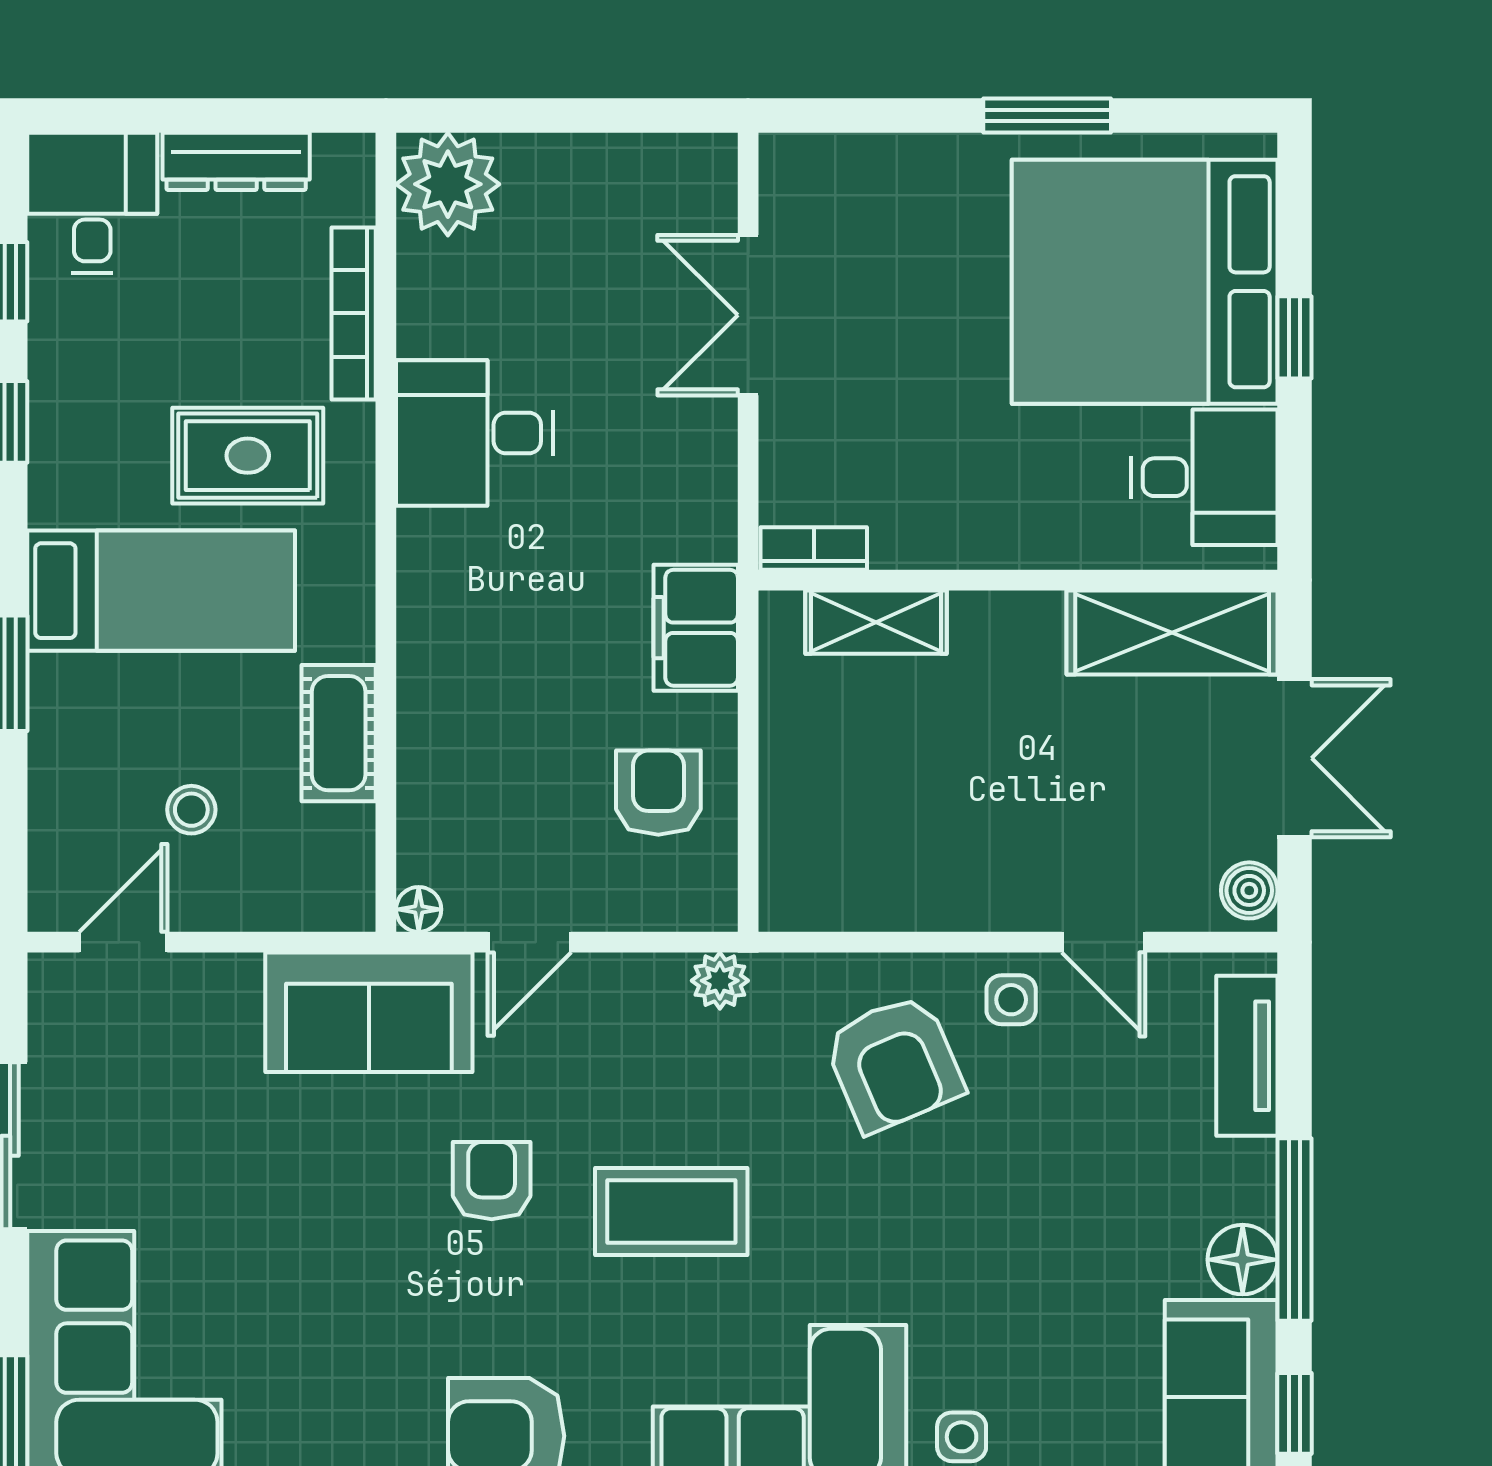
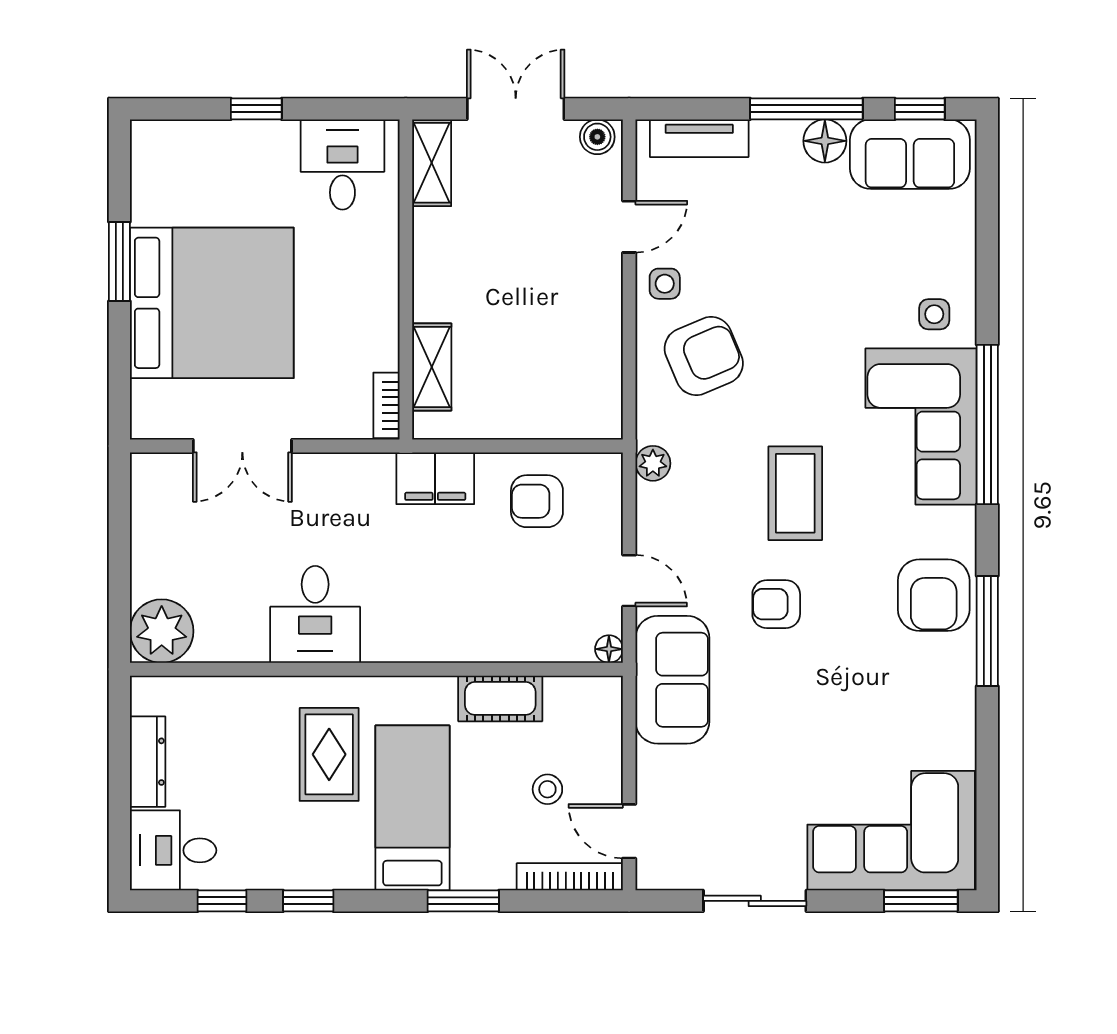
bed: (1145, 282) -> (212, 303), moved, turned -90
bookcase: (354, 313) -> (570, 877), moved, turned 180
shelving: (1172, 632) -> (432, 163), width x0.67, depth x0.75

